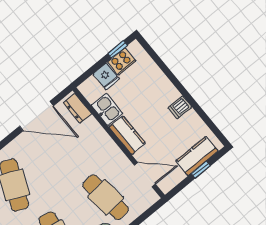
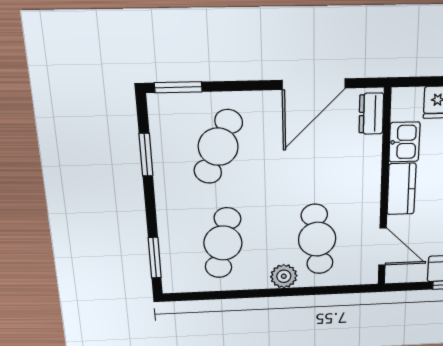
door: (36, 116) -> (314, 84), hinge flipped

